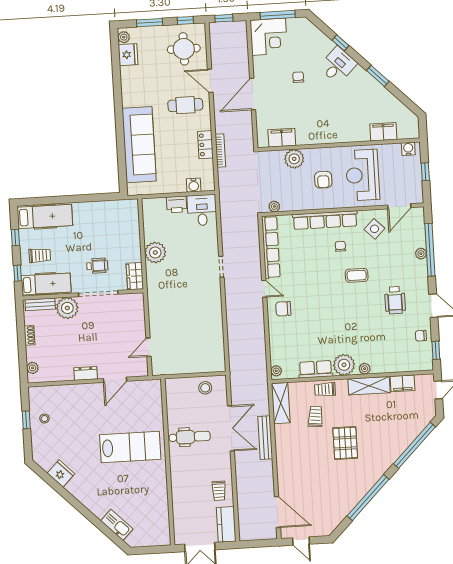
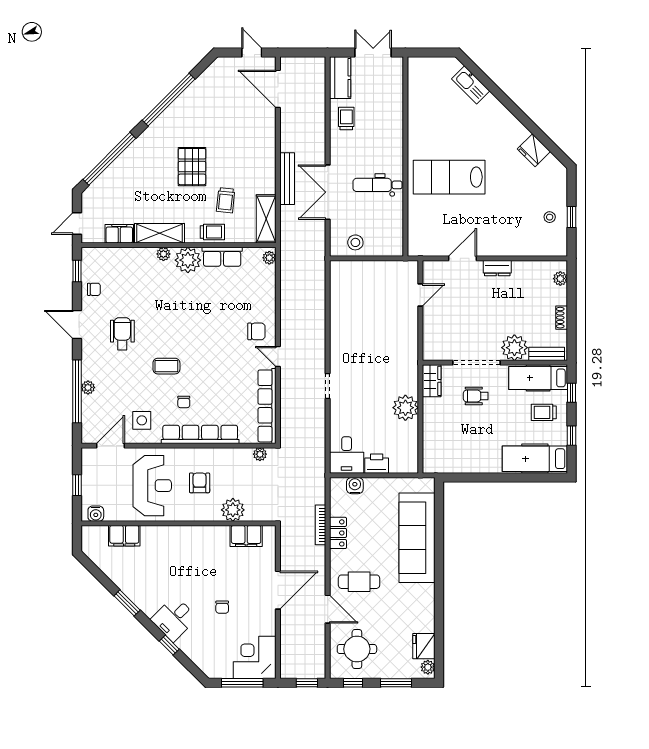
side table: (374, 229) -> (142, 420), turned 45

